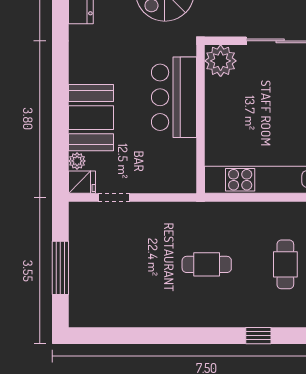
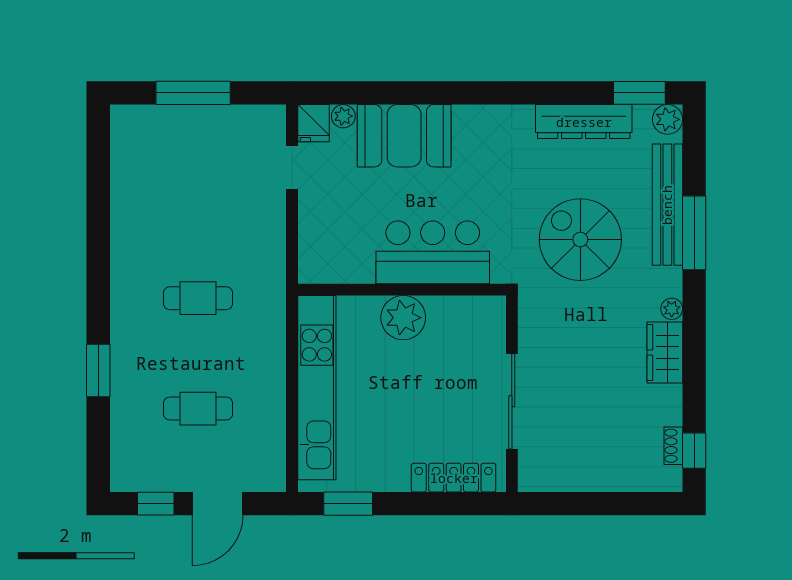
plant: (221, 61) -> (403, 318), moved
cafe table: (207, 264) -> (198, 298), turned 90
window: (258, 336) -> (98, 371), width x1.50

